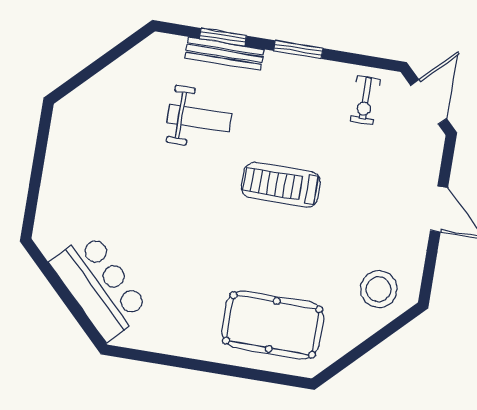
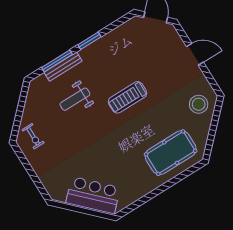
window: (223, 37) -> (57, 61), width x1.44
exercise bike: (365, 100) -> (33, 136), moved
weight bench: (199, 118) -> (75, 99), turned 180

